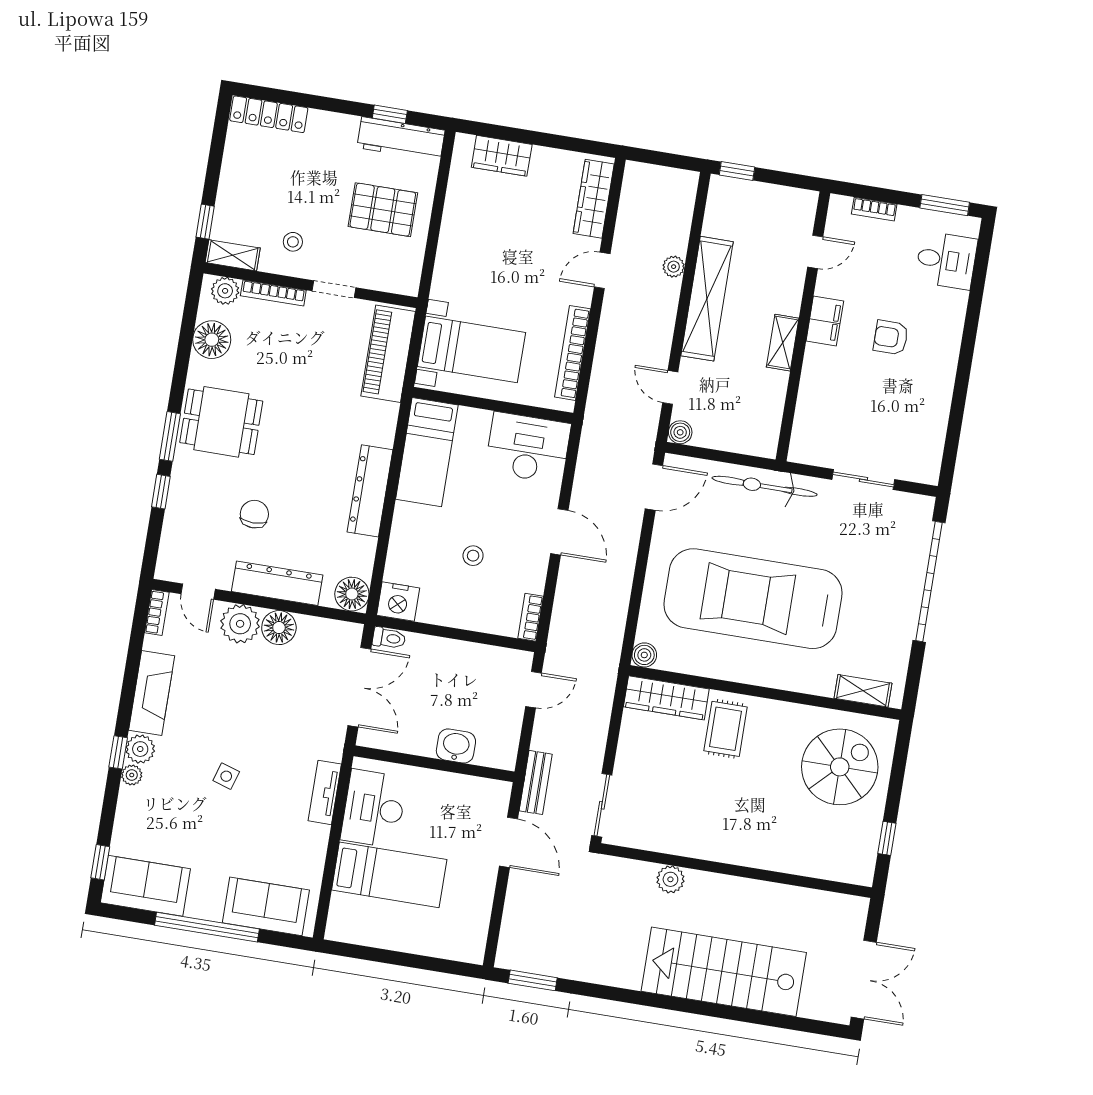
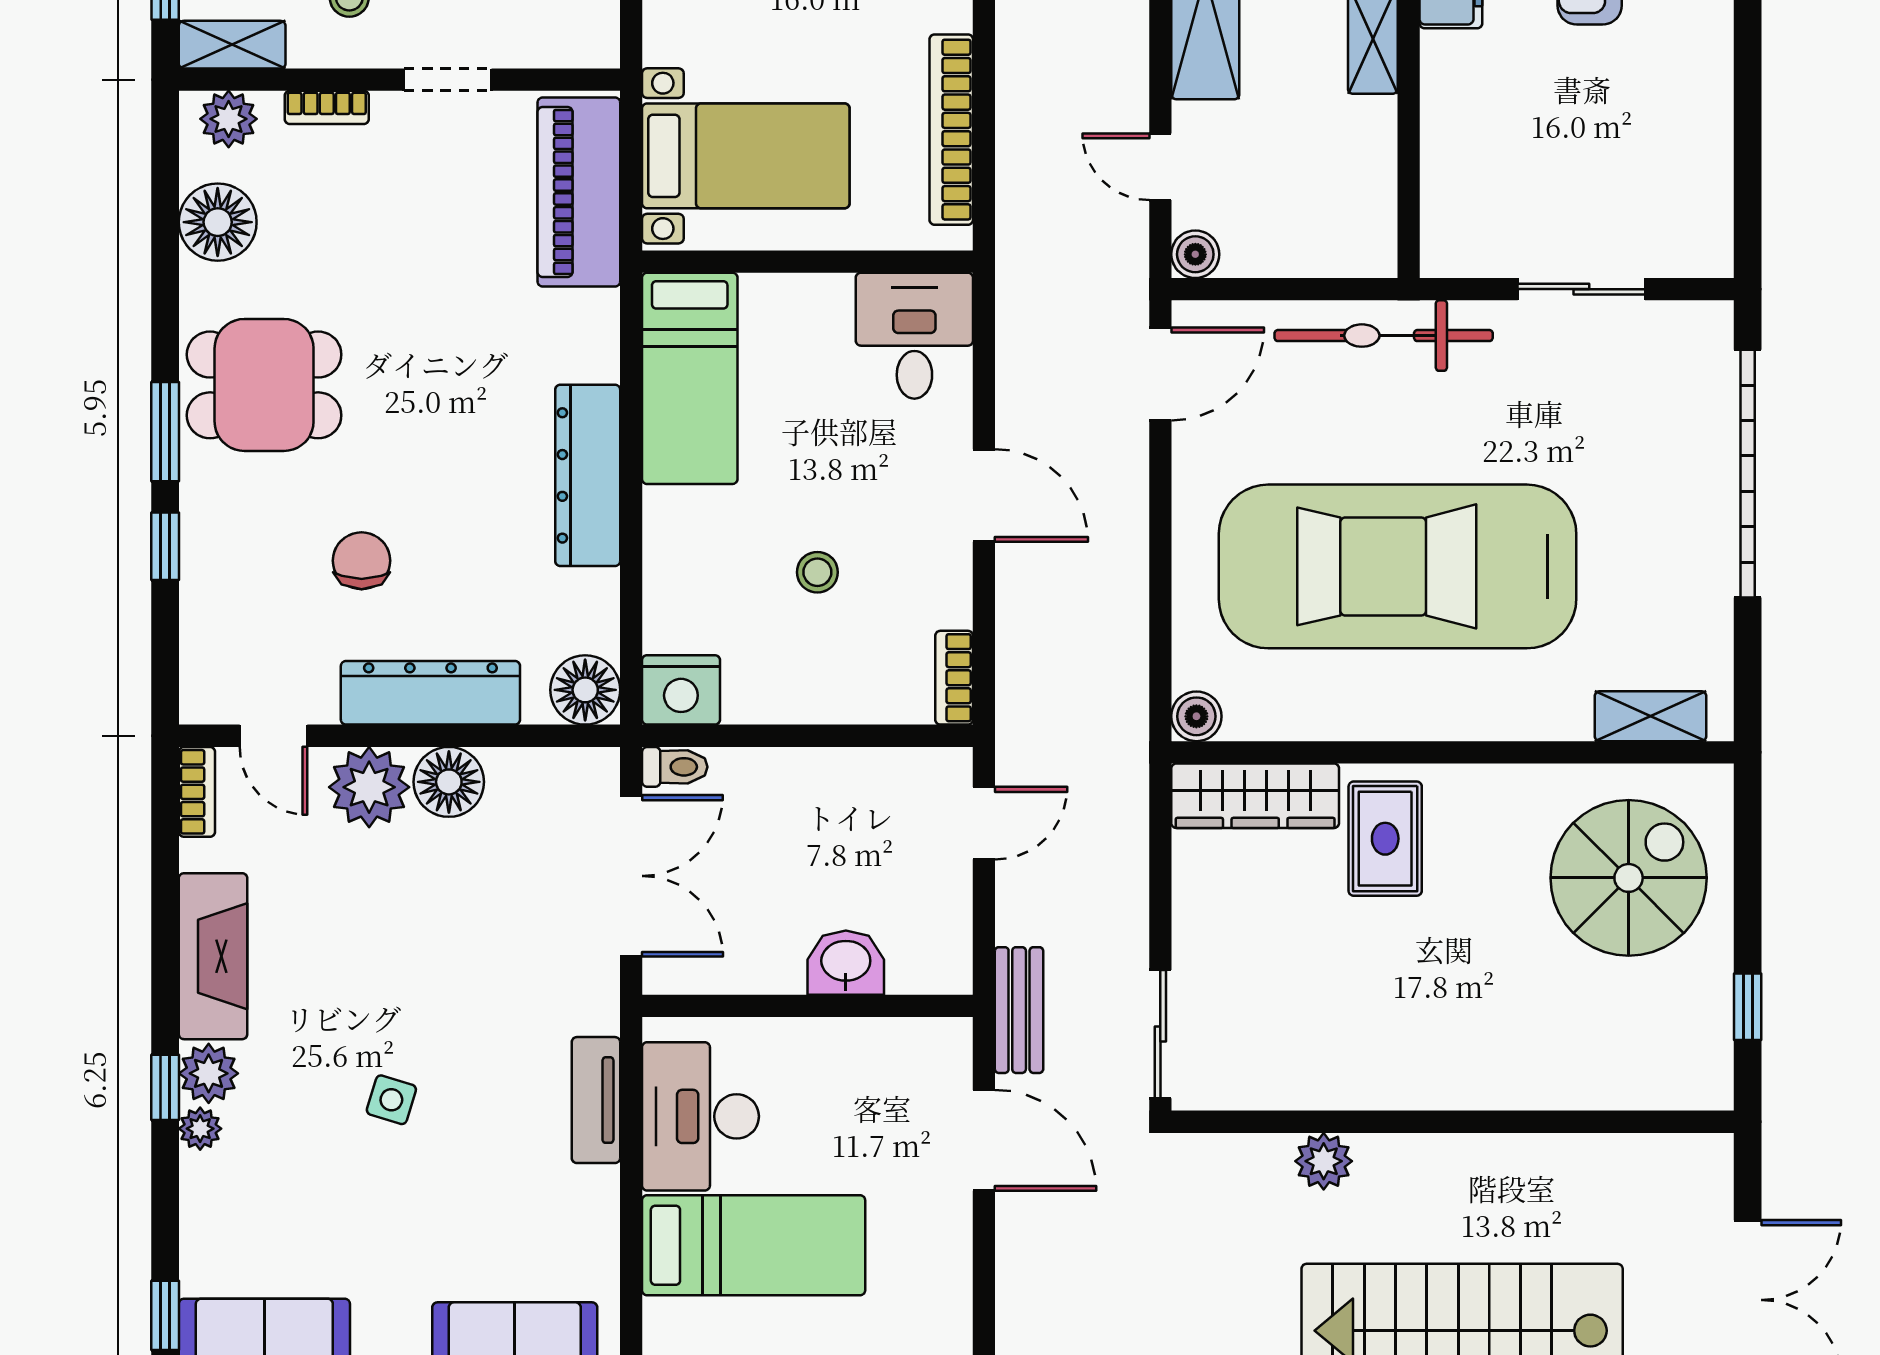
bookcase: (273, 293) -> (327, 107), width x0.64
desk: (528, 448) -> (914, 336), width x0.73

